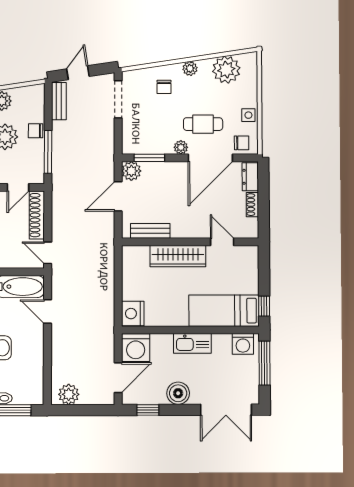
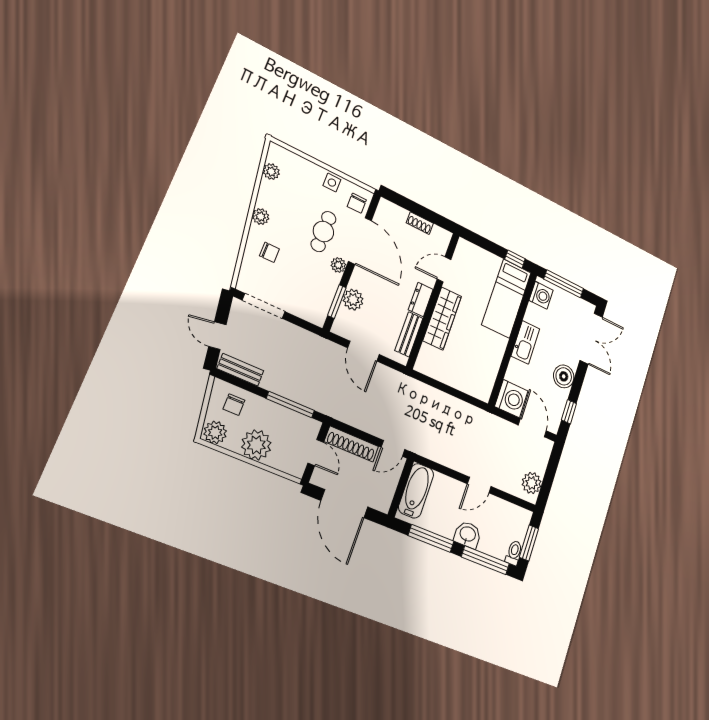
plant: (226, 70) -> (271, 172), width x0.53, depth x0.53
chair: (36, 131) -> (234, 405), moved
chair: (242, 143) -> (357, 203), turned 180
plant: (131, 171) -> (353, 300), moved
dresser: (250, 177) -> (421, 299), moved, turned 90
door: (48, 312) -> (479, 485), moved
nightstand: (133, 314) -> (480, 387), removed

